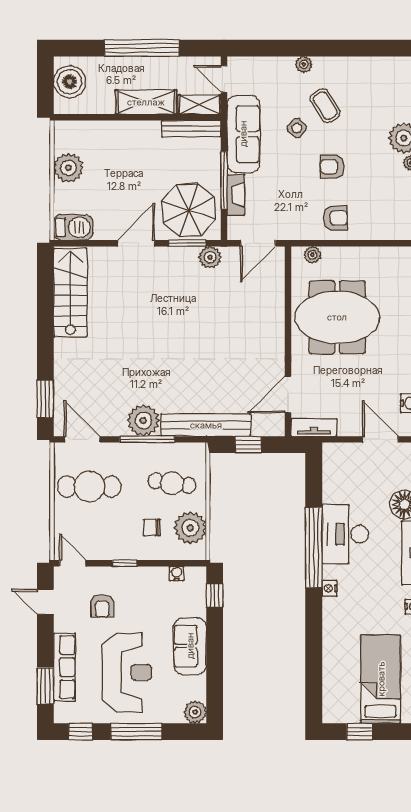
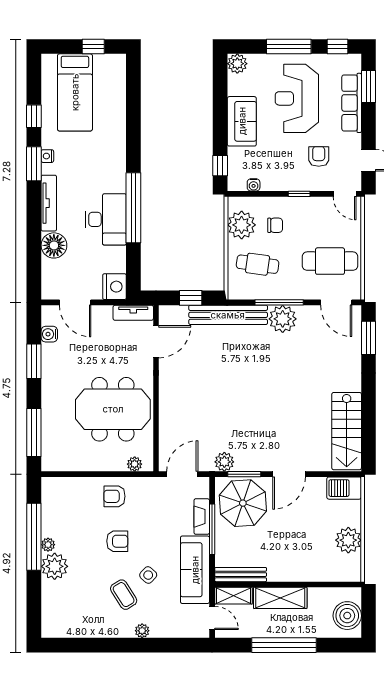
nightstand: (329, 588) -> (114, 287), moved, width x1.89, depth x1.79

